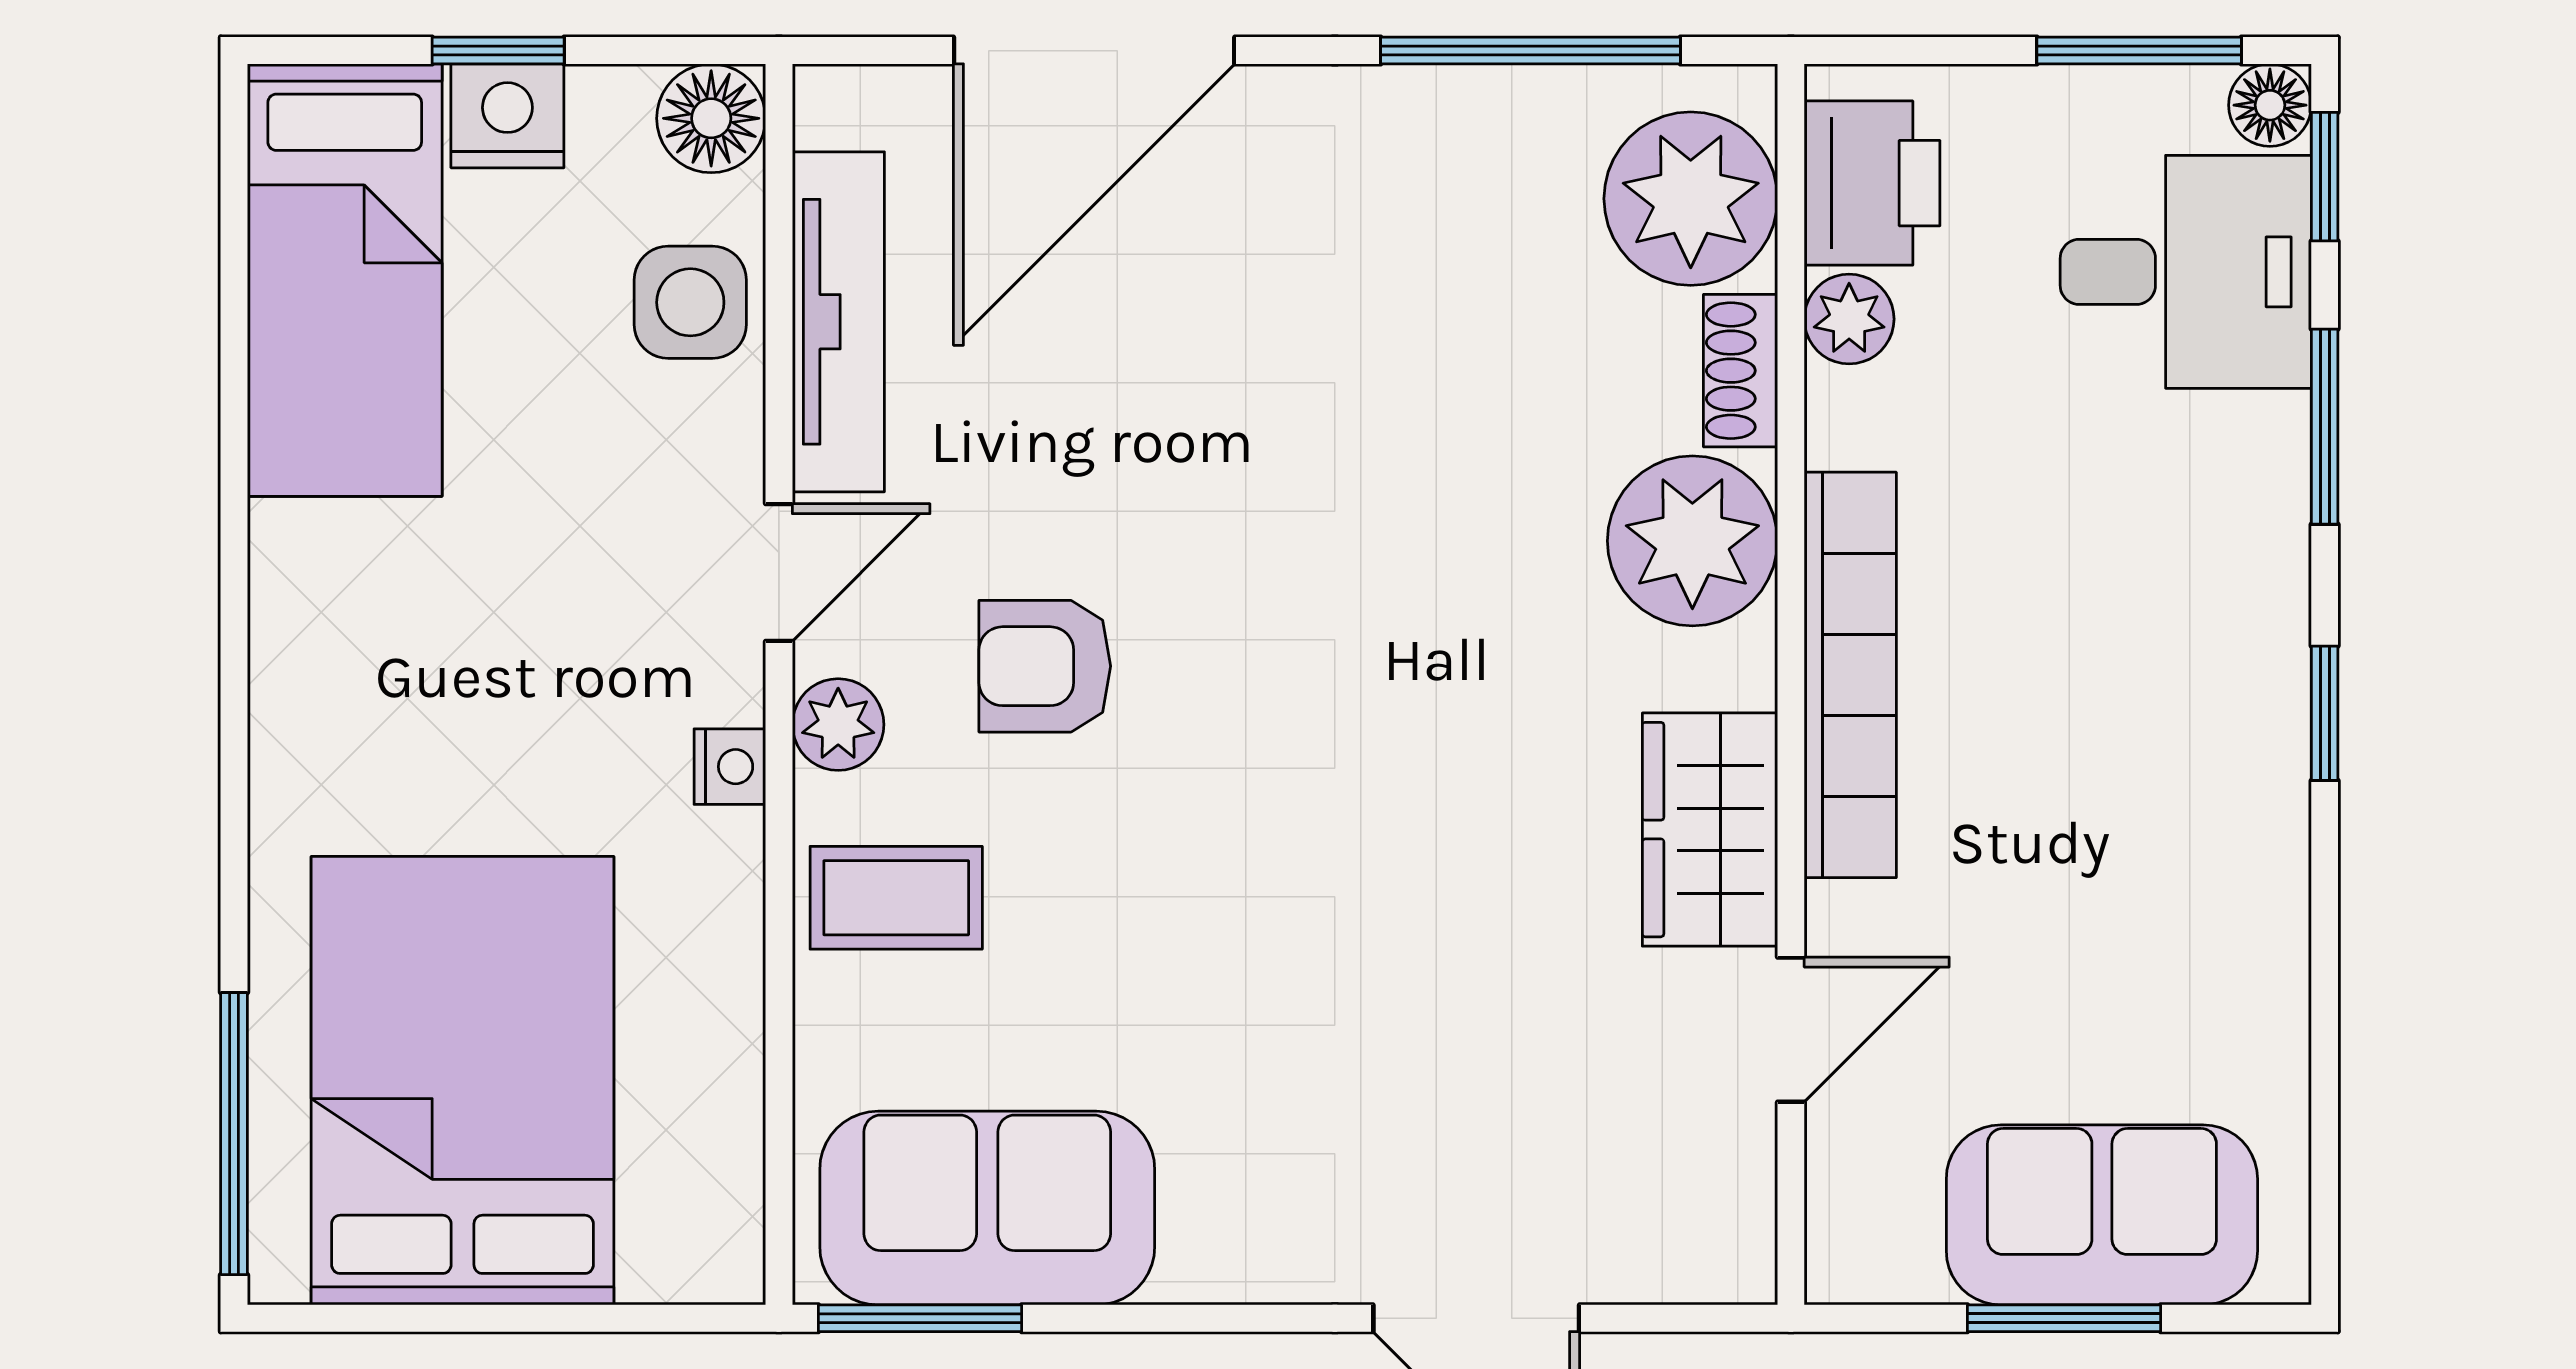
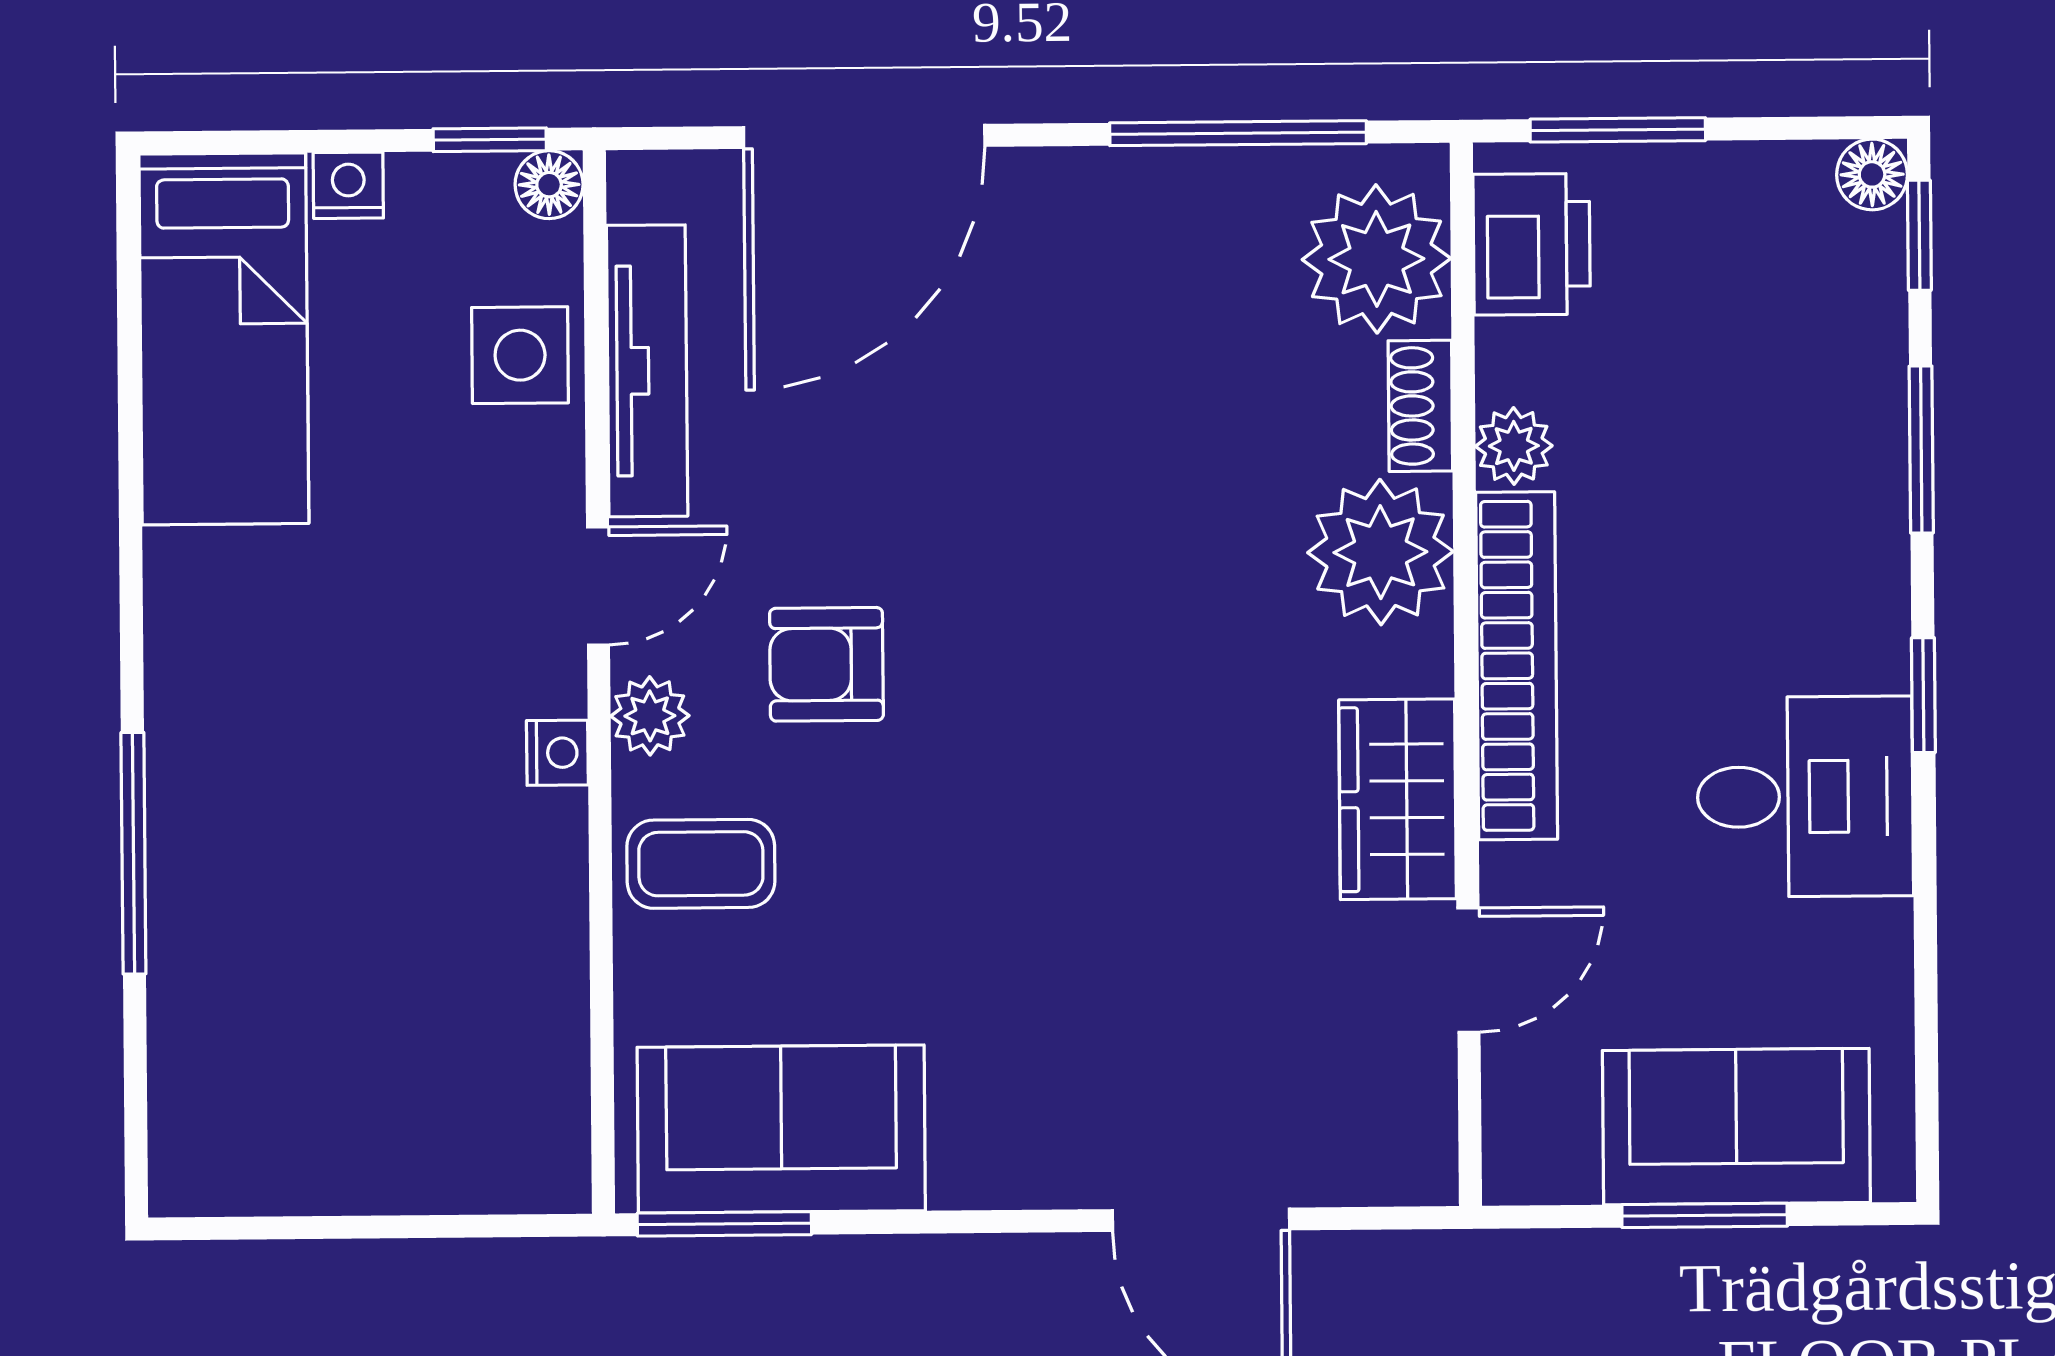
window: (498, 51) -> (490, 140), moved
window: (2139, 51) -> (1618, 130), moved
nightstand: (507, 116) -> (348, 185), width x0.72, depth x0.74
floor lamp: (711, 118) -> (549, 185), width x0.73, depth x0.73
desk: (2186, 272) -> (1805, 797), moved
plant: (1849, 319) -> (1514, 446), moved
bed: (463, 1081) -> (331, 1024), removed
window: (234, 1134) -> (133, 853), moved

